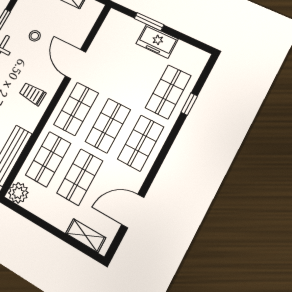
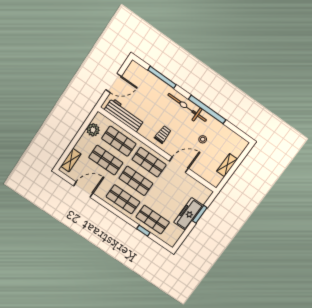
freezer: (157, 41) -> (189, 214), width x1.40
plant: (18, 193) -> (93, 130), moved
door: (133, 211) -> (83, 190), hinge flipped

